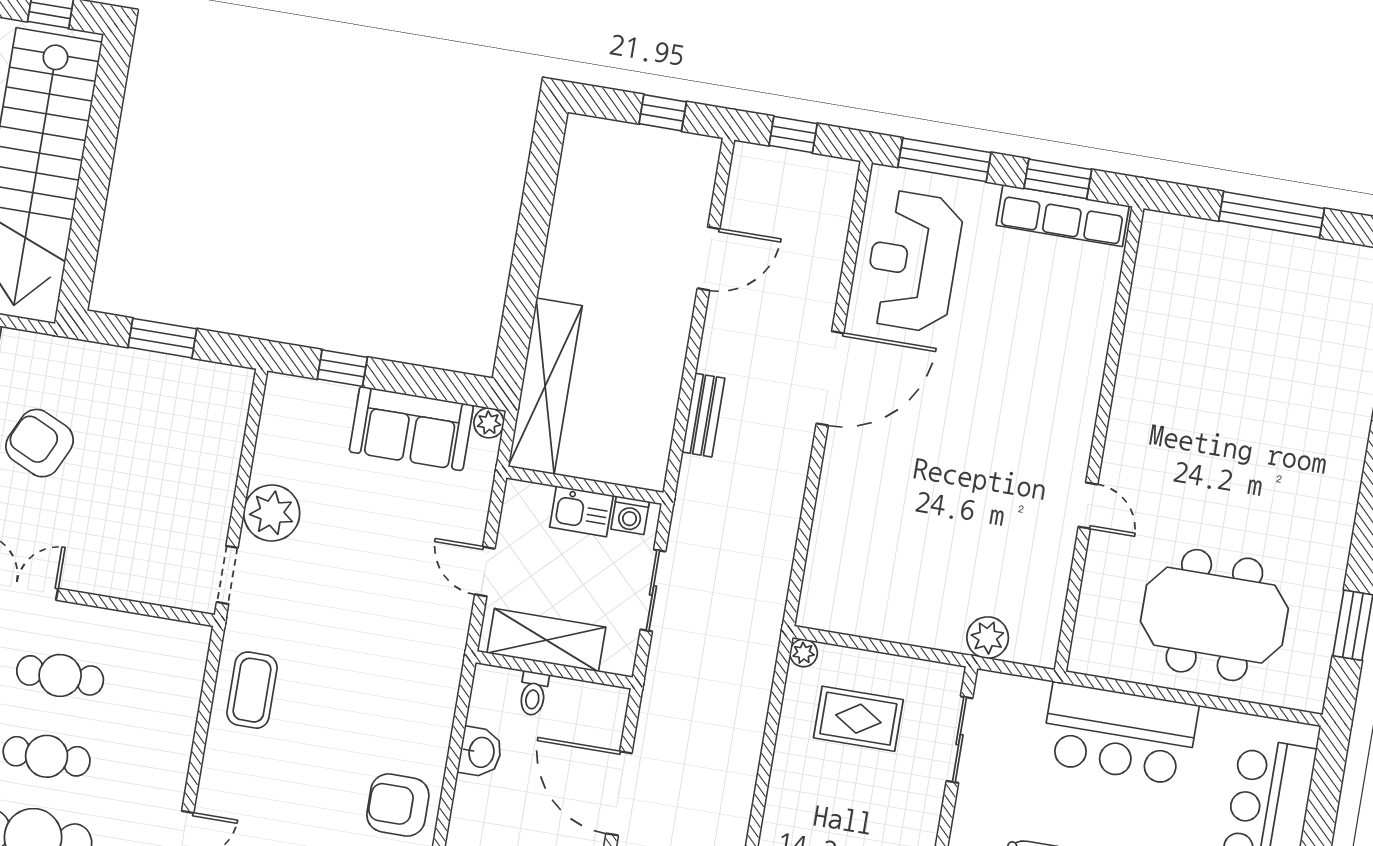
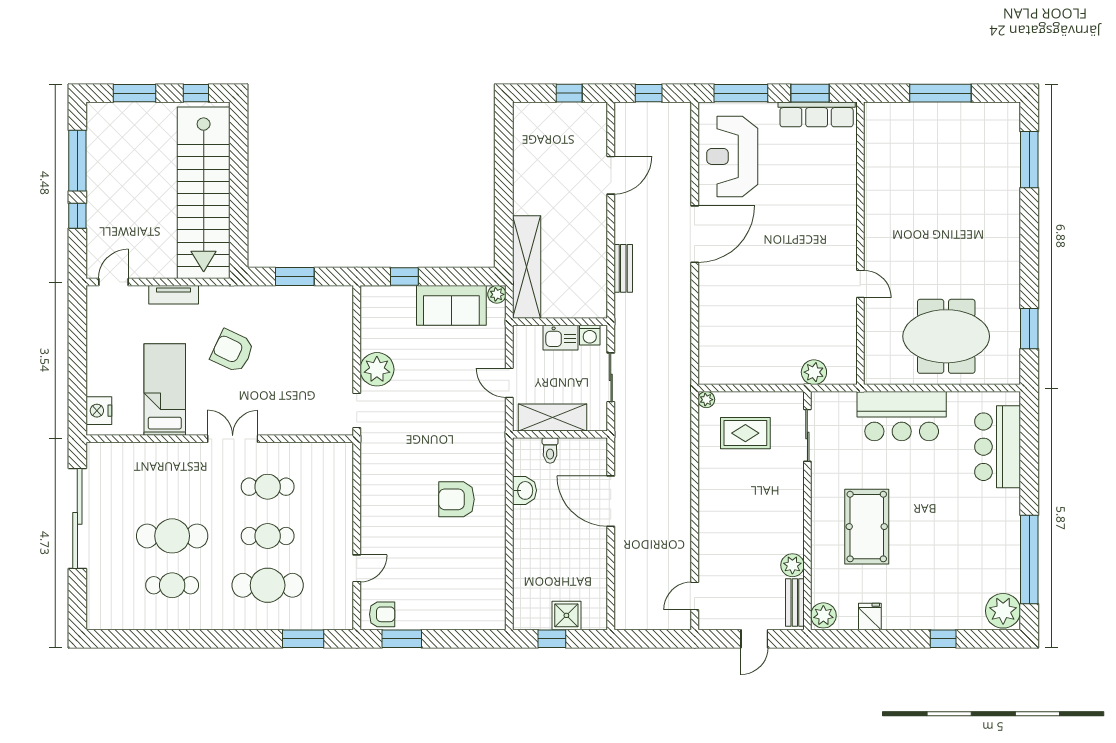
coffee table: (252, 690) -> (383, 476), removed
armchair: (398, 805) -> (456, 499), moved

